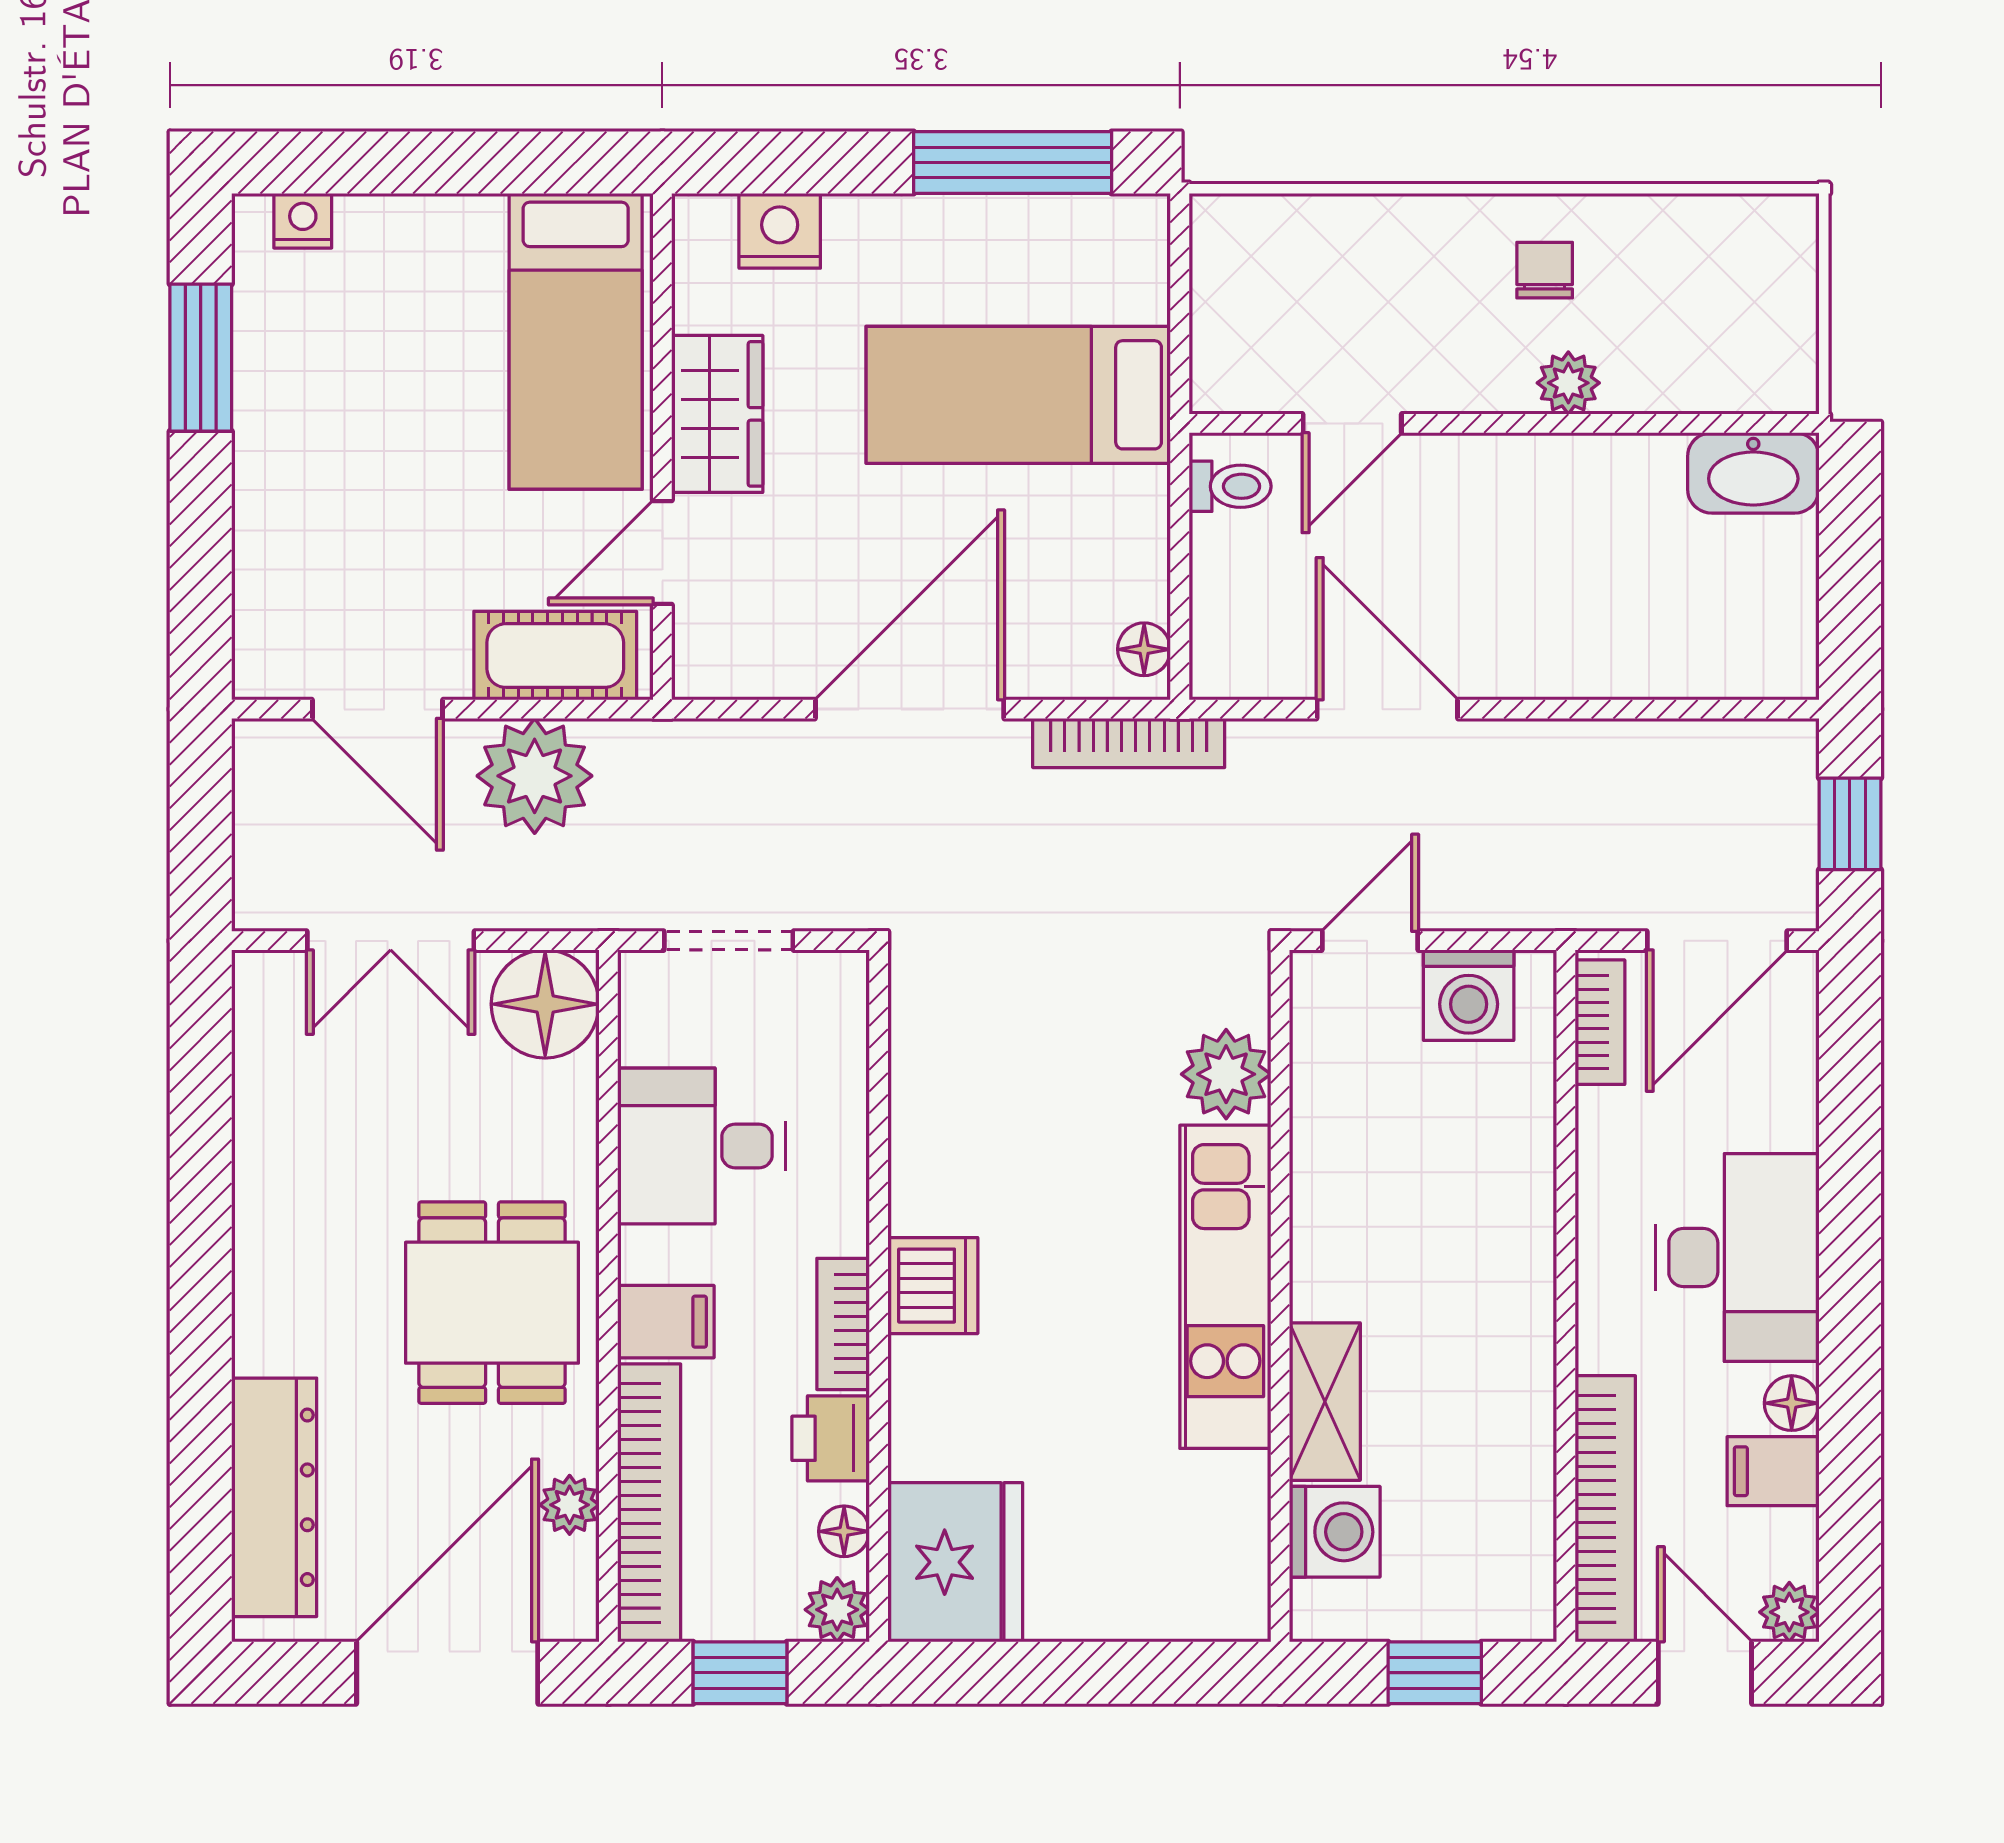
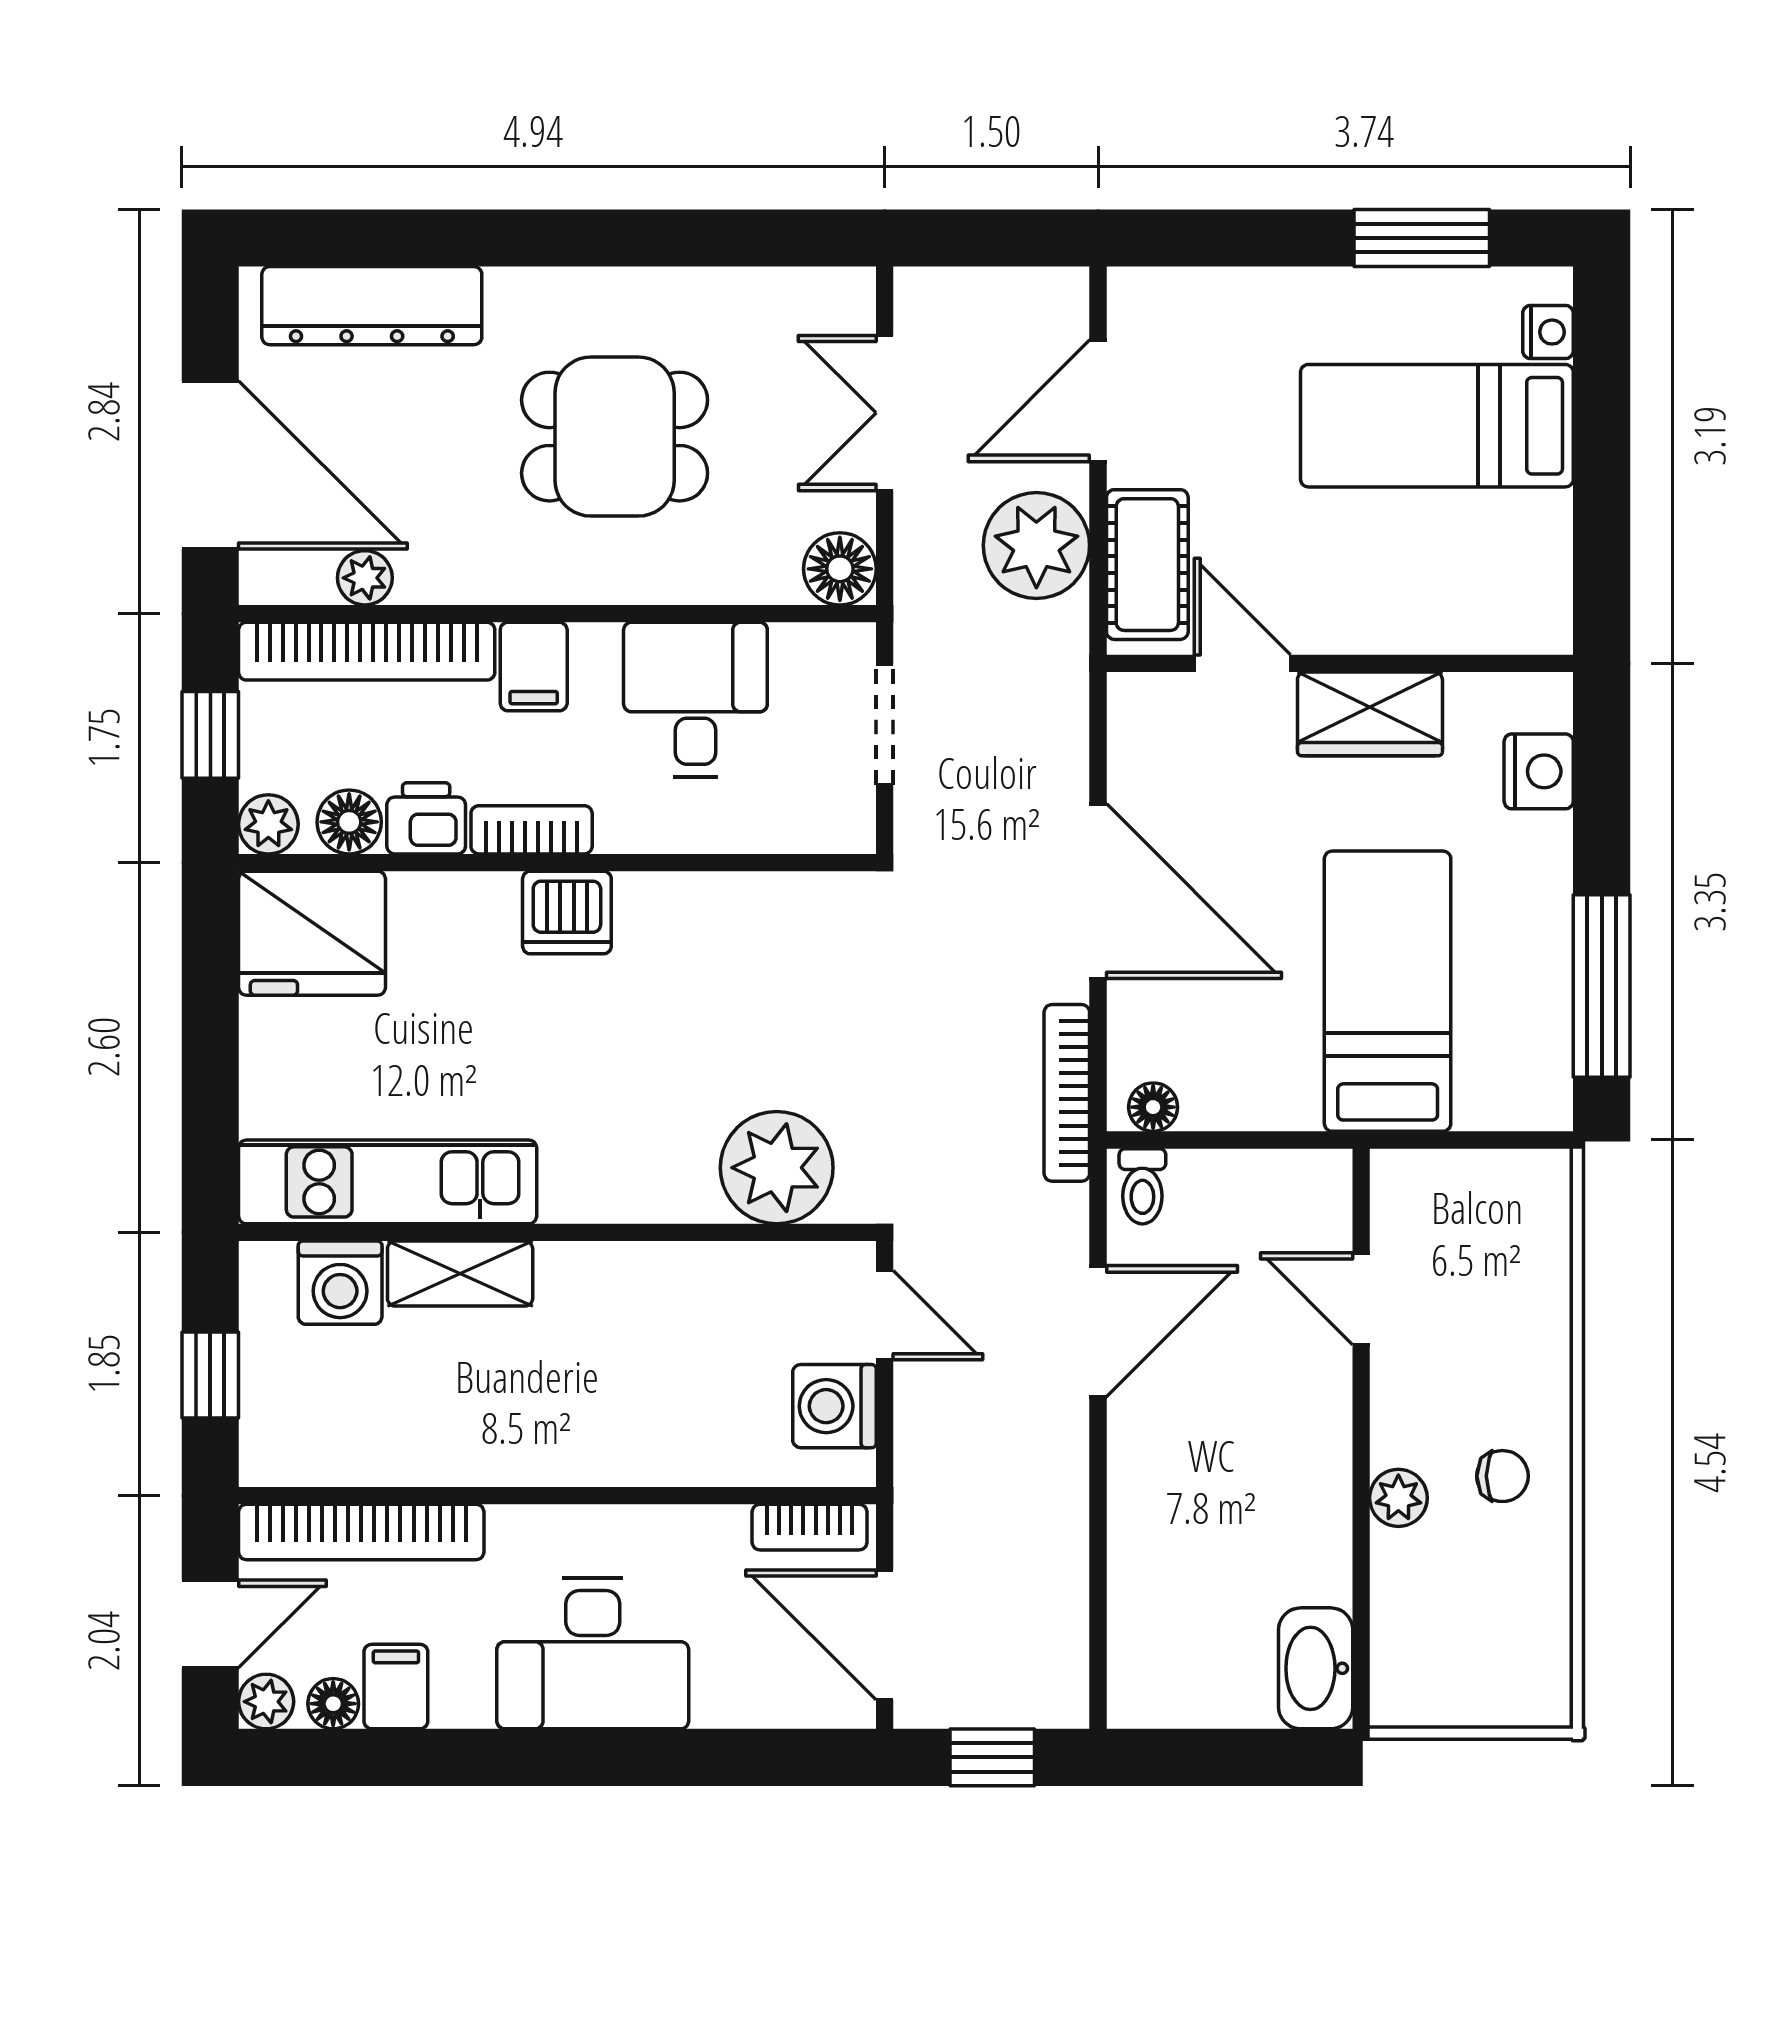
bed: (576, 341) -> (1437, 426), moved
toilet: (1230, 486) -> (1142, 1186), moved
floor lamp: (545, 1004) -> (840, 569), width x0.73, depth x0.73
plant: (1226, 1074) -> (777, 1168), width x1.36, depth x1.36
kitchen unit: (1225, 1287) -> (388, 1182), moved
dining table: (492, 1303) -> (615, 437), moved
floor lamp: (1792, 1403) -> (333, 1704), moved
floor lamp: (844, 1531) -> (349, 822), width x1.37, depth x1.37

